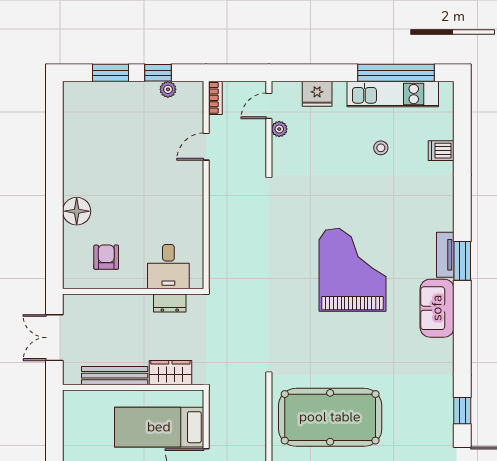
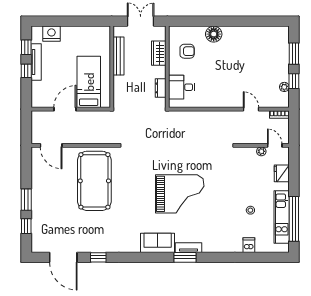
wardrobe: (170, 373) -> (159, 53), moved, turned 180

